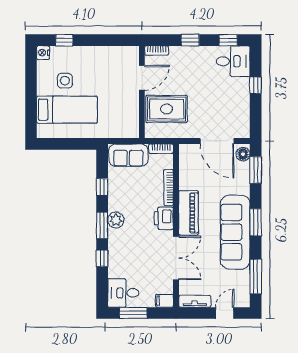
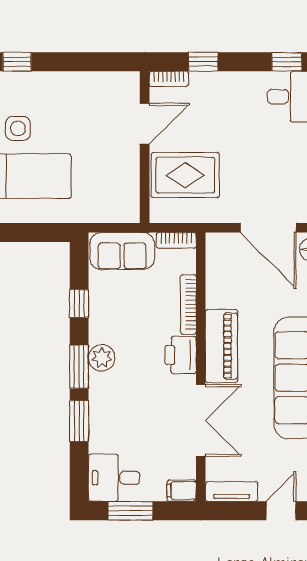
window: (190, 40) -> (203, 62), moved
window: (102, 258) -> (79, 421), width x1.50

